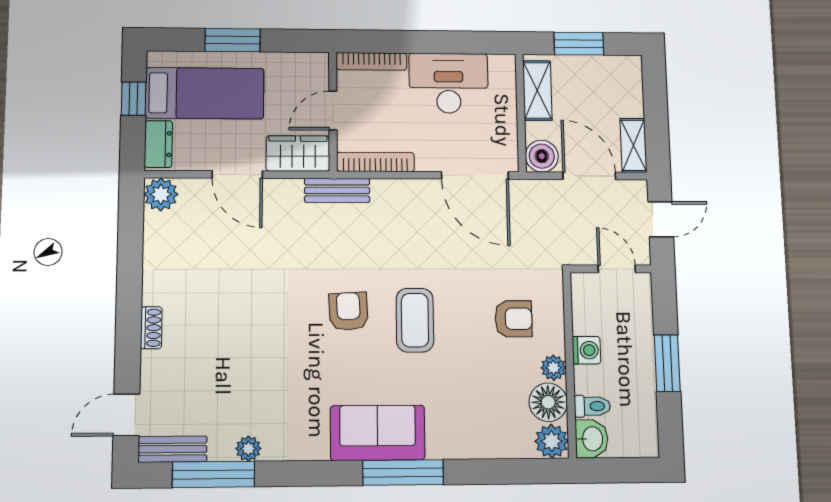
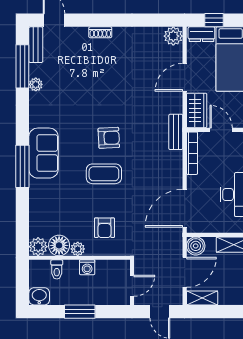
window: (134, 99) -> (214, 20), moved
washbasin: (592, 439) -> (39, 296), moved, turned 180

